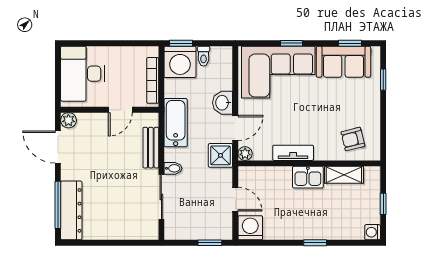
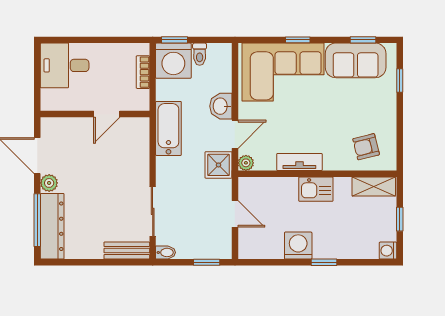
desk: (82, 74) -> (65, 65), width x0.73
bookcase: (153, 80) -> (143, 72), width x0.64
plant: (68, 120) -> (49, 183), moved
bench: (151, 148) -> (127, 251), moved, turned 90
bidet: (173, 168) -> (166, 252), moved
shelving: (344, 175) -> (374, 187), moved
washing machine: (250, 228) -> (298, 246), moved

